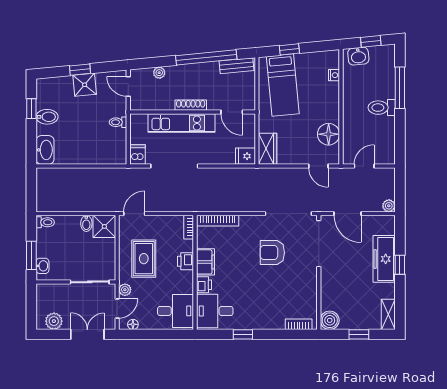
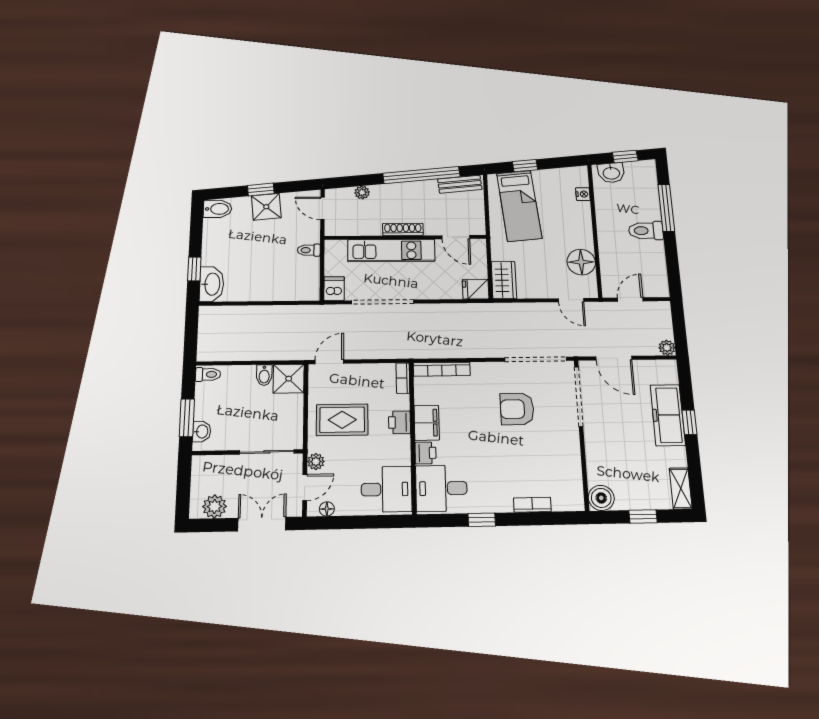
window: (31, 109) -> (194, 269), moved
bidet: (47, 117) -> (218, 209), moved
rug: (144, 259) -> (342, 420), turned 90
bookcase: (299, 324) -> (532, 505), moved

